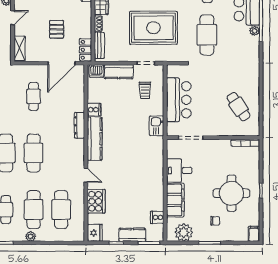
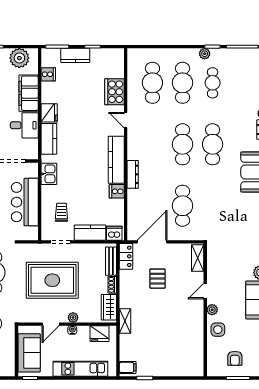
cafe table: (34, 96) -> (183, 206), width x1.37, depth x1.35
kitchen counter: (157, 158) -> (49, 139), added
fridge: (95, 233) -> (49, 113), moved, turned 180
plant: (31, 236) -> (205, 54), moved

